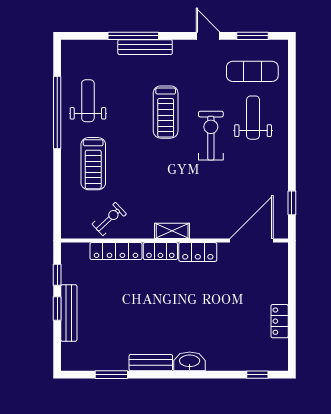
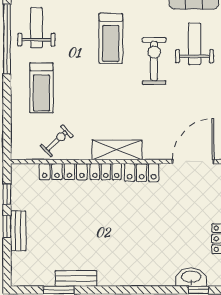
shelving: (172, 231) -> (117, 150), width x1.50, depth x1.33
bench: (69, 313) -> (18, 231), width x0.73
washbasin: (190, 361) -> (191, 277), moved
bench: (151, 363) -> (76, 278), moved

